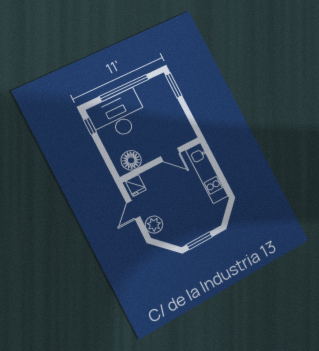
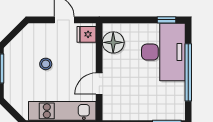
stool: (177, 206) -> (46, 64), added
plant: (154, 225) -> (40, 32), removed

